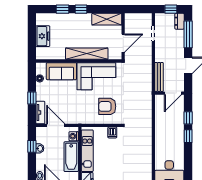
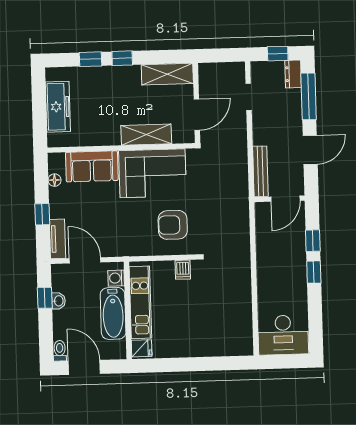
freezer: (43, 36) -> (58, 107), width x1.40
shelving: (87, 54) -> (146, 135), width x0.68

